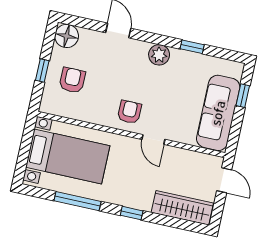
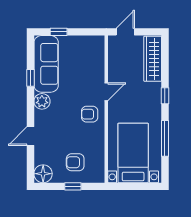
sofa: (218, 113) -> (46, 64), moved, turned -90

